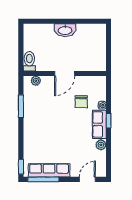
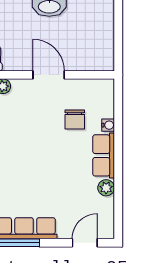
door: (65, 74) -> (49, 75), swing flipped
window: (109, 121) -> (118, 149), removed

